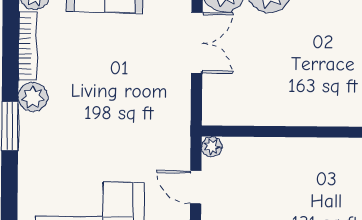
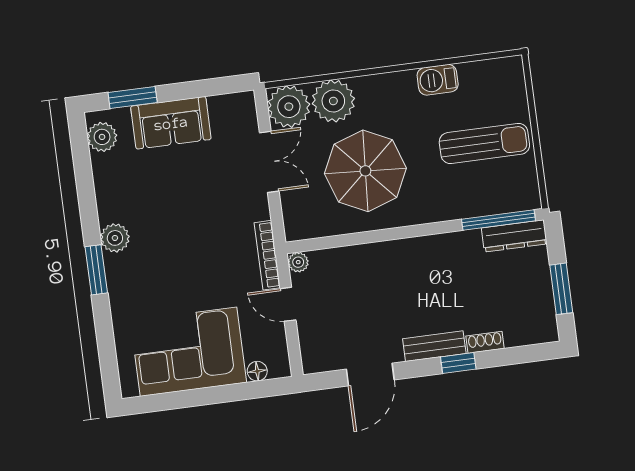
bookcase: (27, 46) -> (267, 255), moved, turned 180
parasol: (291, 65) -> (365, 171), added

